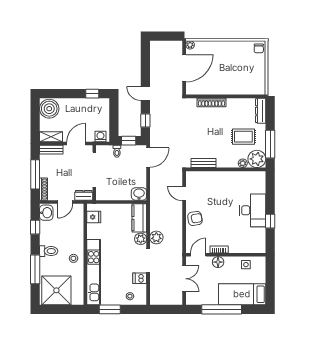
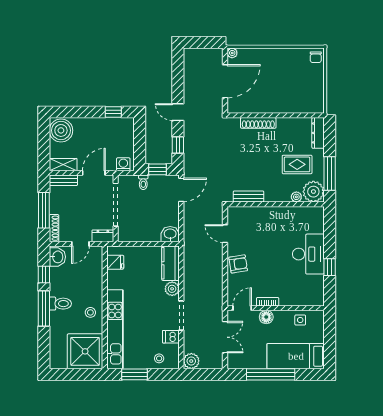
plant: (156, 237) -> (191, 361), moved
window: (35, 269) -> (44, 308), moved
shower: (56, 290) -> (85, 351), moved

